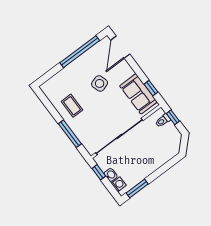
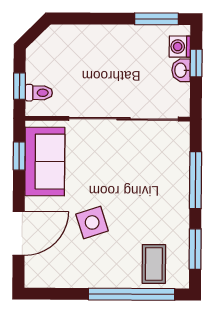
door: (120, 47) -> (19, 233), moved
window: (80, 52) -> (131, 294), moved
window: (48, 105) -> (195, 249), added
coffee table: (72, 106) -> (154, 264), moved
window: (99, 172) -> (196, 63), moved

